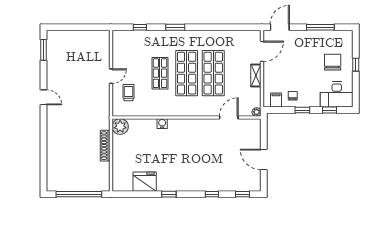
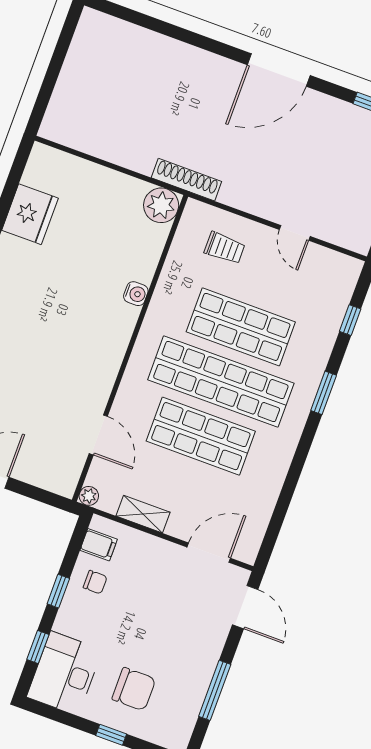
door: (262, 51) -> (209, 553), swing flipped
shop shelf: (160, 73) -> (241, 327), width x1.43, depth x1.36
shop shelf: (187, 73) -> (221, 382), width x1.40
shelving: (256, 75) -> (143, 514), moved
door: (111, 76) -> (295, 233), moved
door: (44, 97) -> (279, 70), width x1.87
shoe rack: (105, 146) -> (186, 180), moved
window: (79, 194) -> (54, 70), removed

